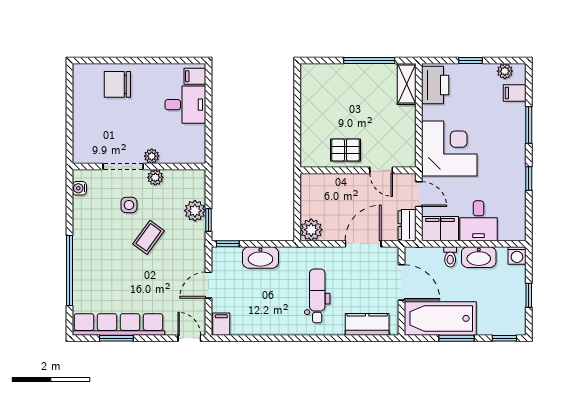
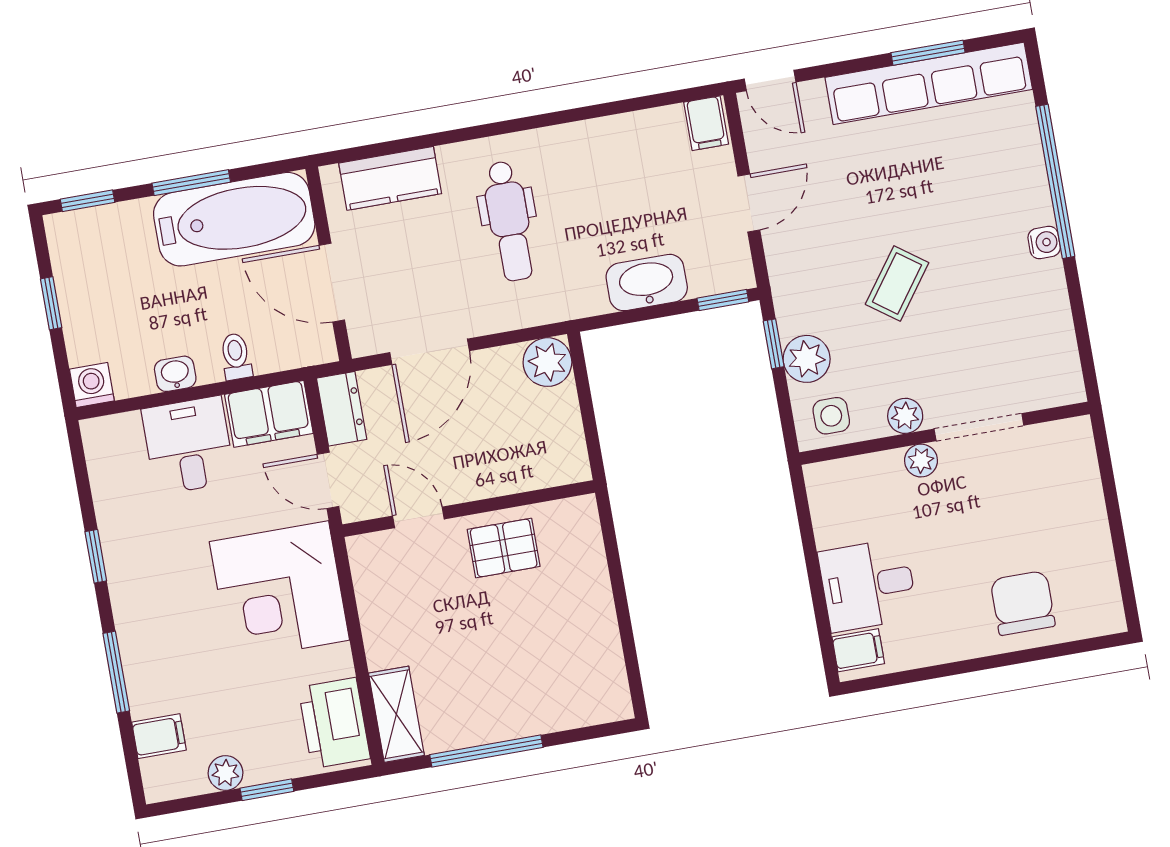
plant: (505, 71) -> (226, 773), moved
chair: (117, 84) -> (1023, 603), turned -90
water cooler: (79, 188) -> (1044, 243), moved
side table: (129, 205) -> (831, 416), moved
washbasin: (479, 257) -> (175, 374), width x0.52, depth x0.69

